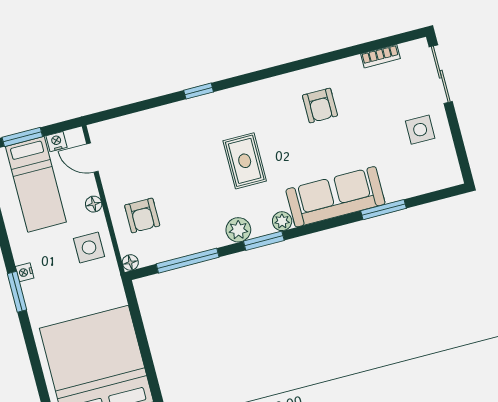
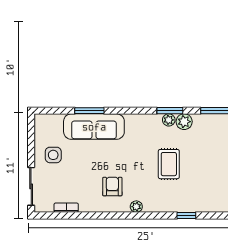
plant: (277, 85) -> (136, 207), added
sofa: (335, 197) -> (94, 127), moved
plant: (282, 221) -> (169, 120), moved

